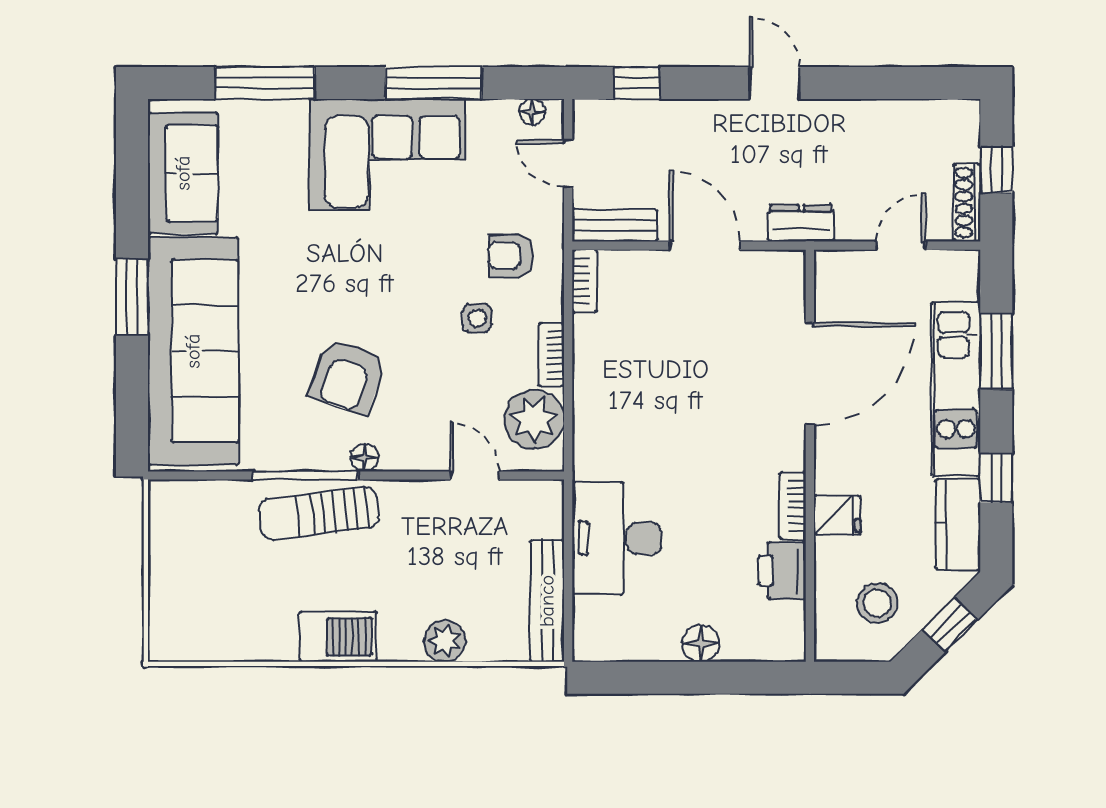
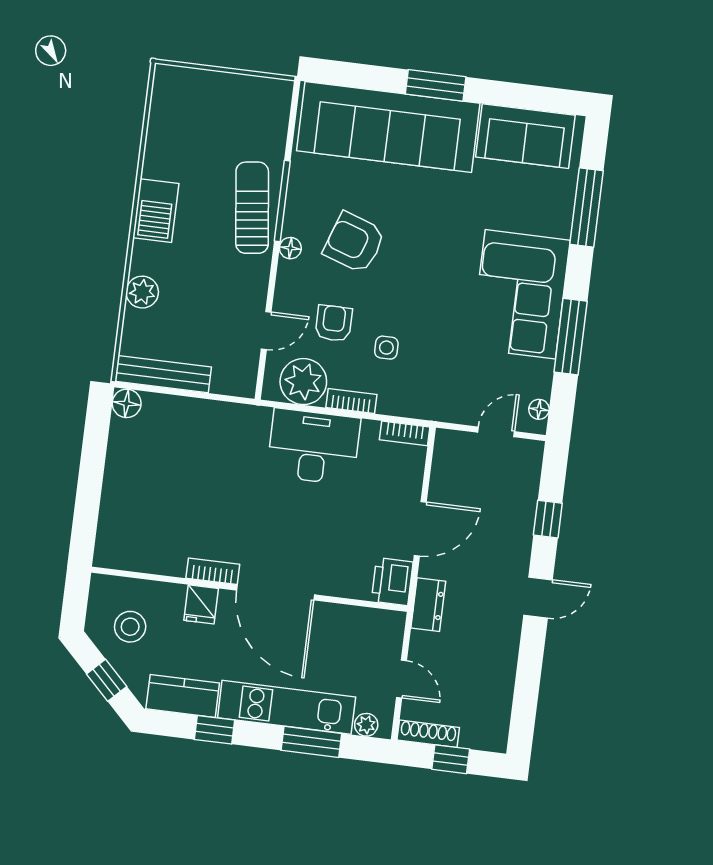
window: (637, 83) -> (548, 519), moved
bench: (615, 225) -> (444, 462), removed
armchair: (511, 256) -> (334, 323), moved
plant: (966, 284) -> (366, 725), added
door: (810, 374) -> (275, 592), moved
desk: (616, 538) -> (314, 447), moved
printer: (782, 571) -> (392, 582), moved, turned -90
floor lamp: (701, 643) -> (127, 403), moved

